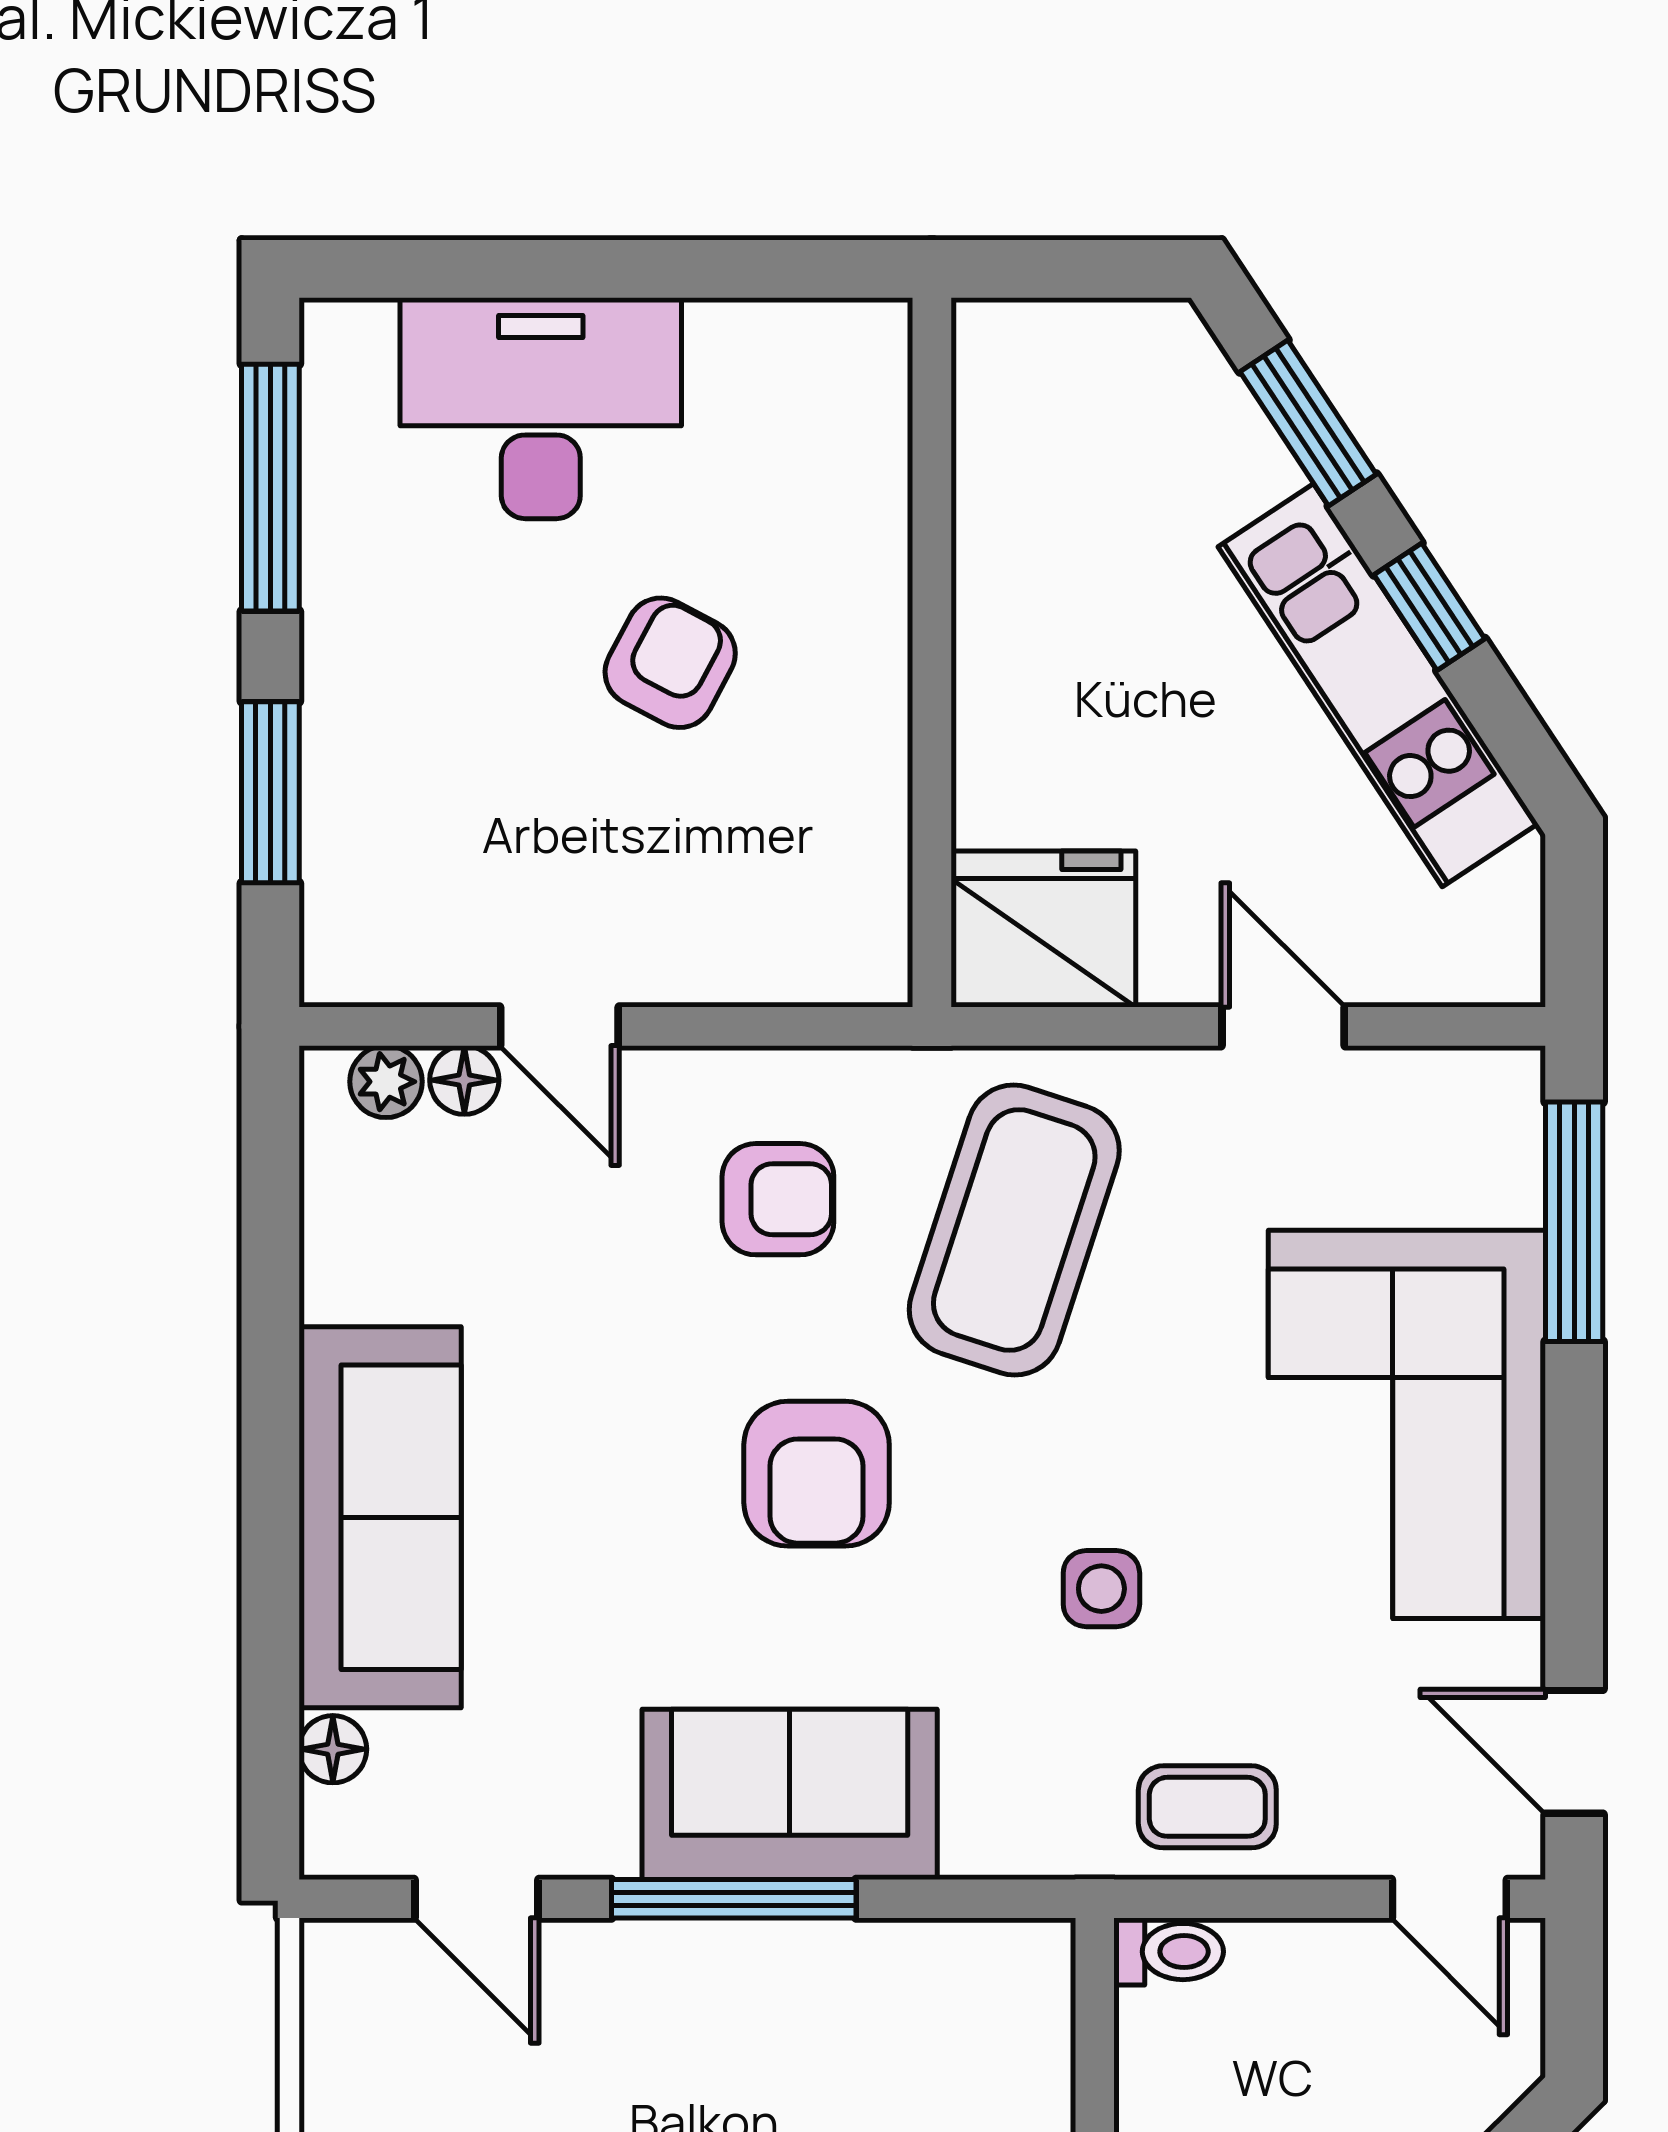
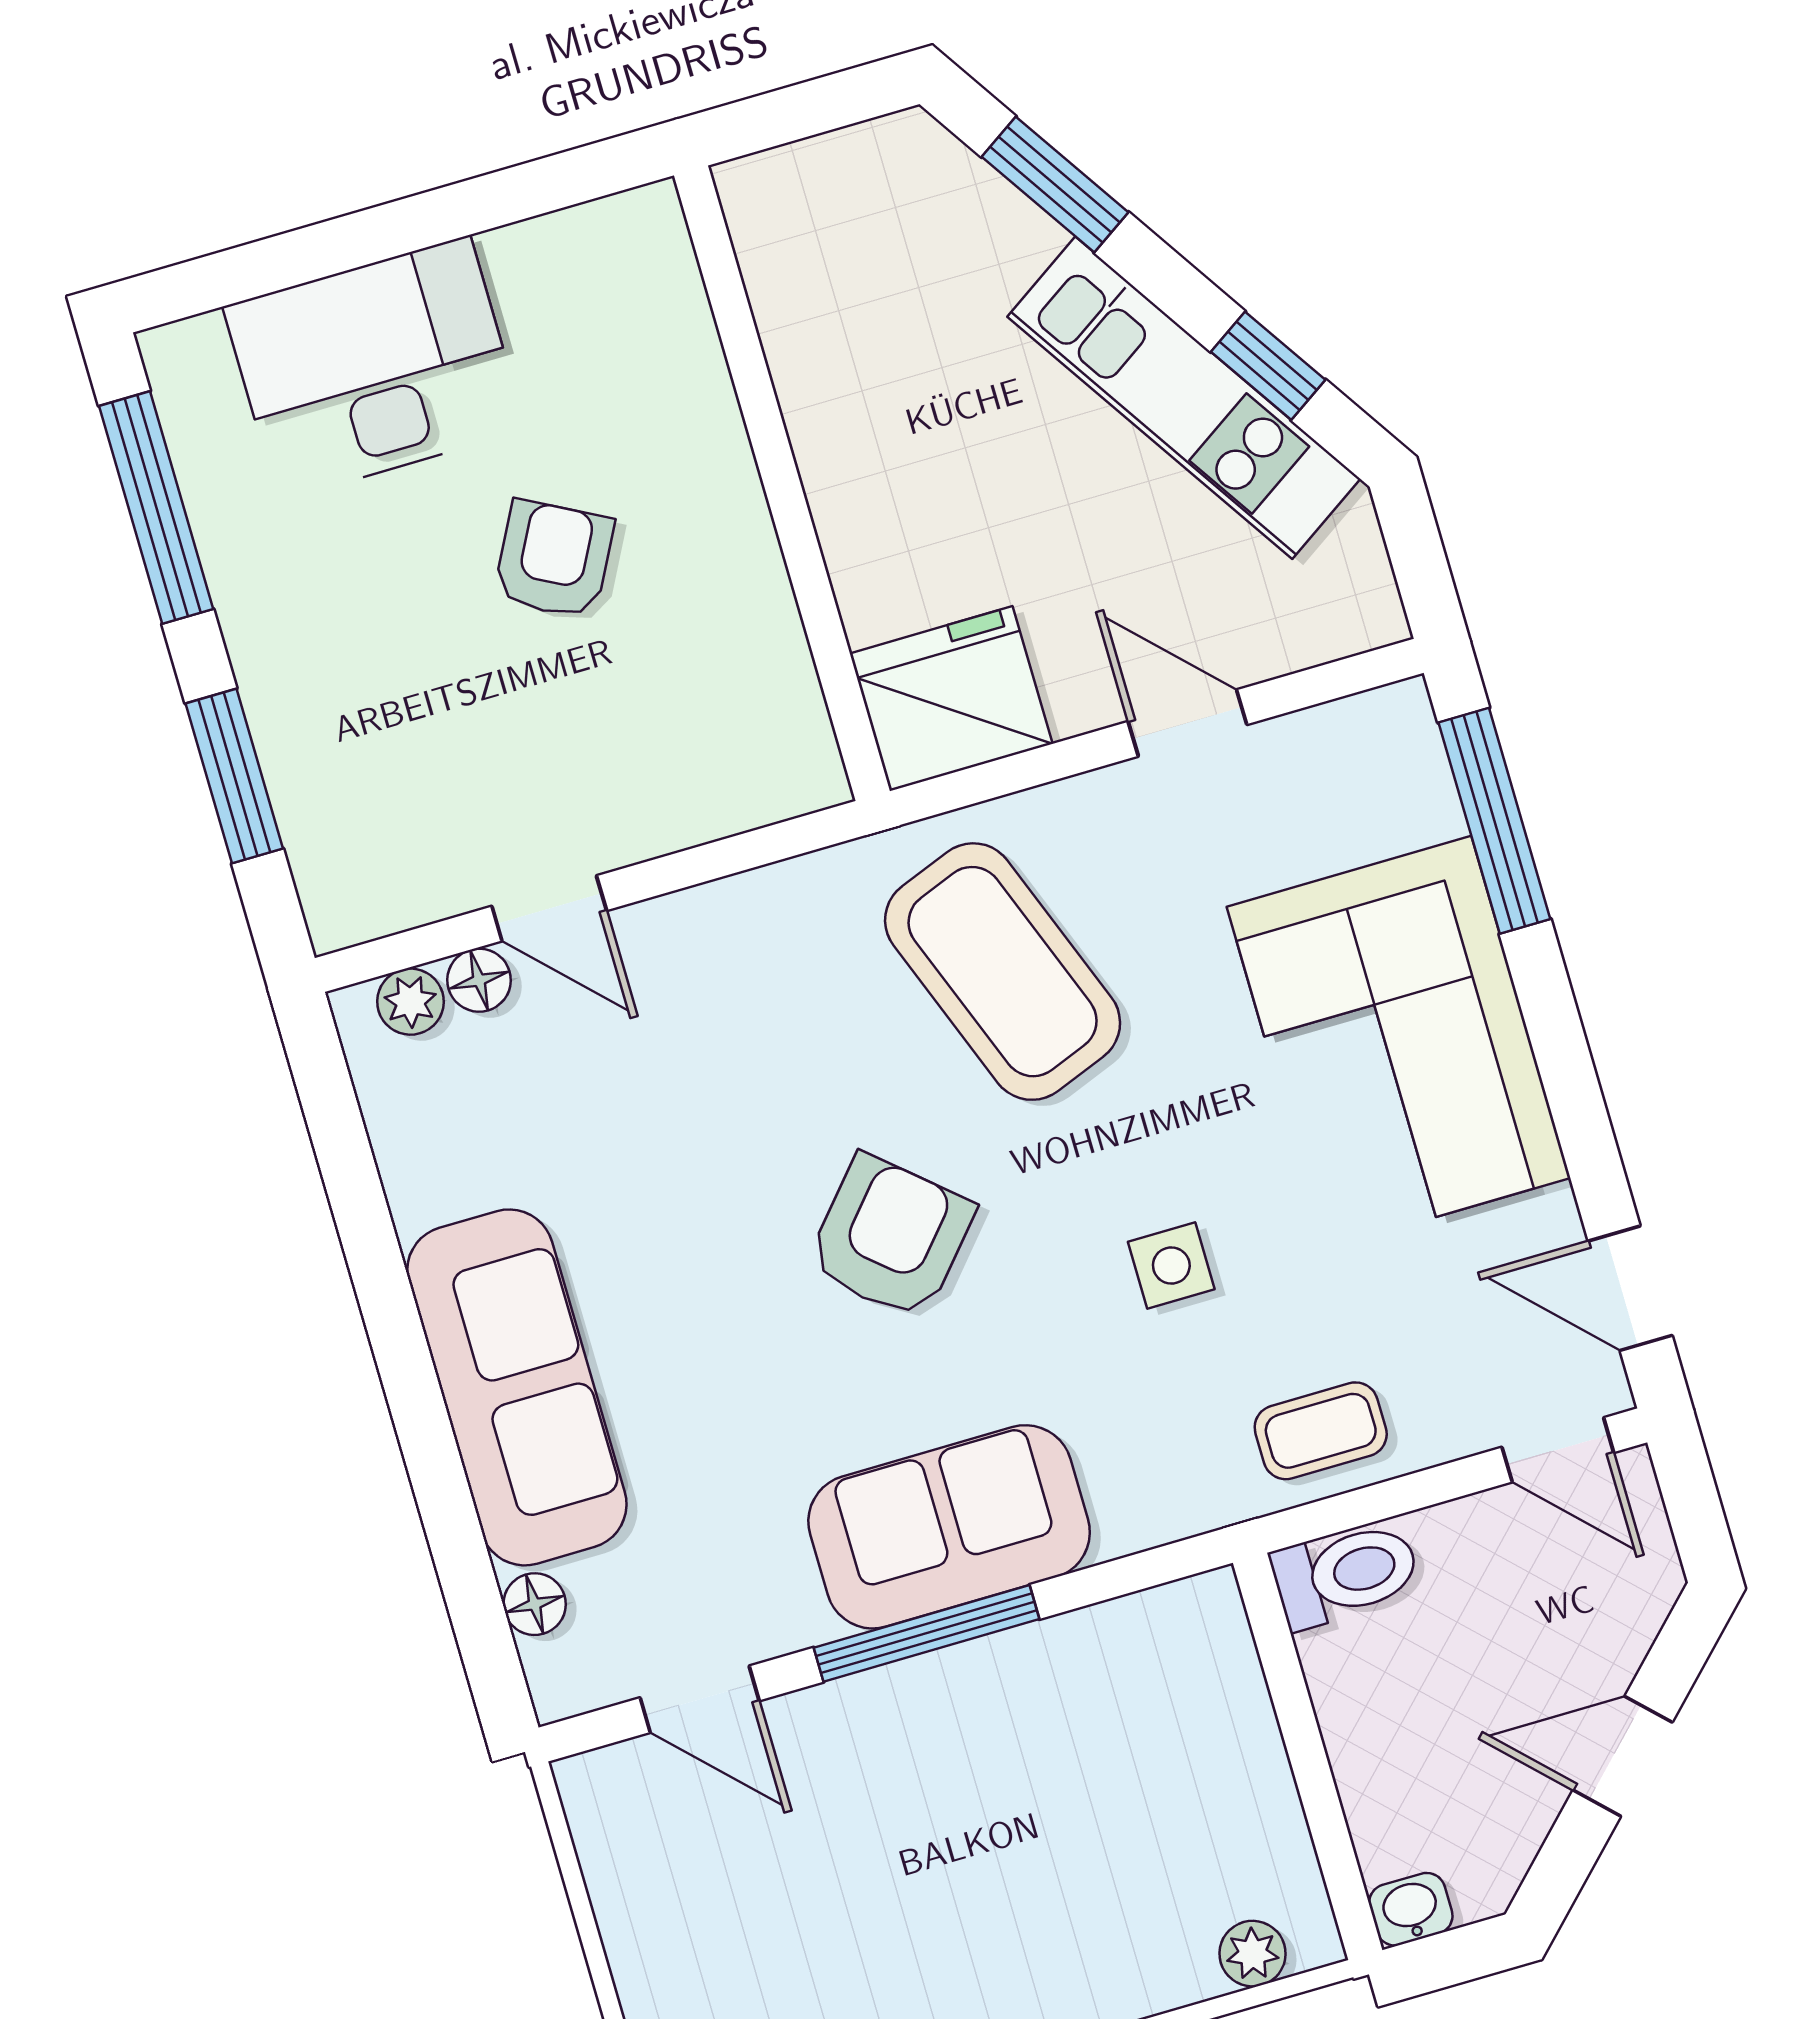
window: (1429, 607) -> (1268, 366), moved
armchair: (778, 1199) -> (786, 1005), removed
coffee table: (1014, 1230) -> (1003, 972), turned -39
armchair: (817, 1474) -> (891, 1237), turned -139
toilet: (1169, 1952) -> (1346, 1574), width x1.37, depth x1.39

